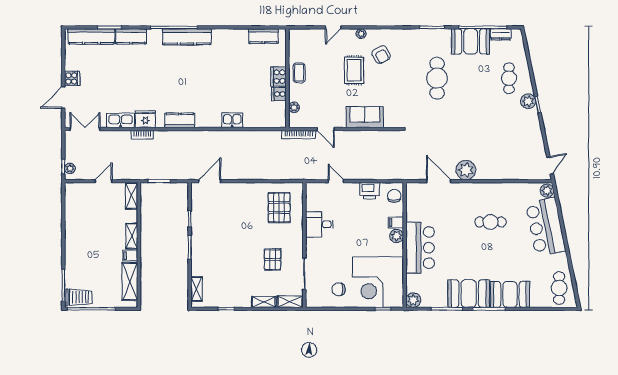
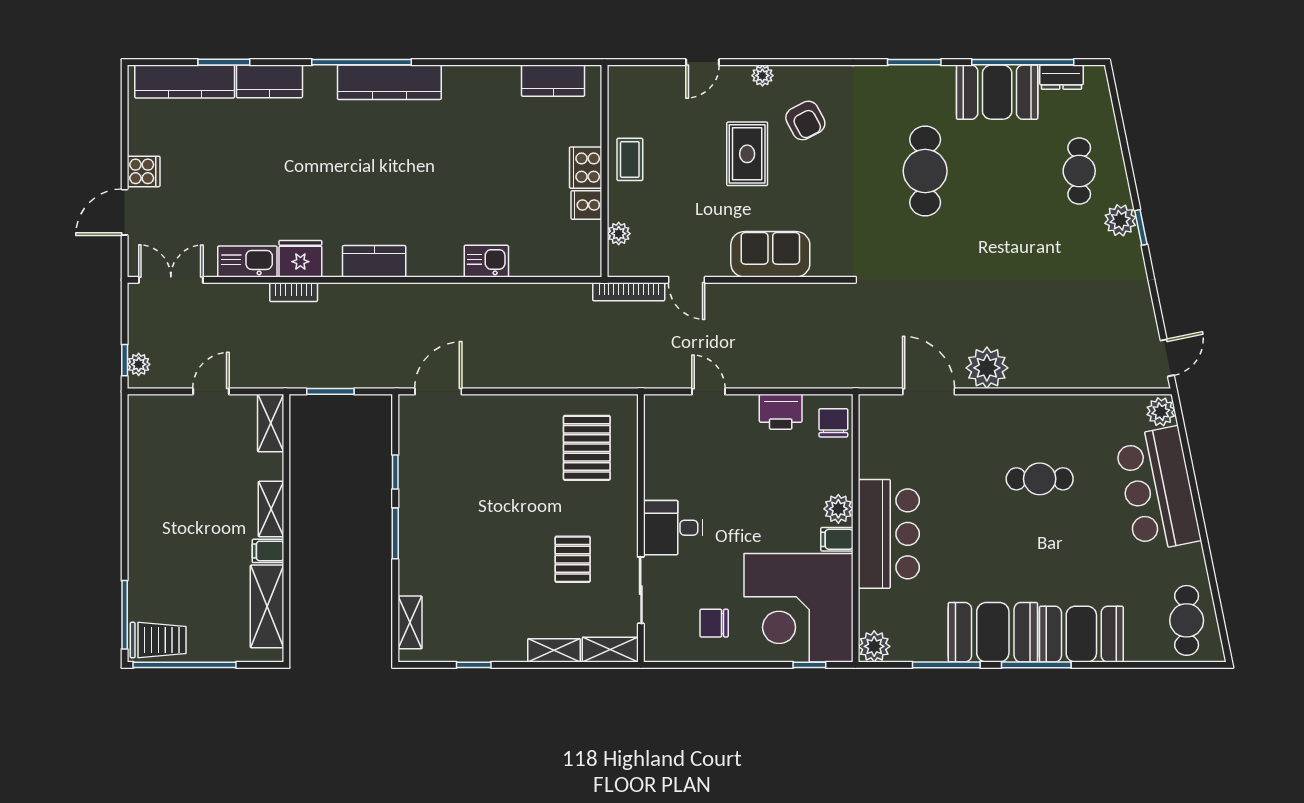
filing cabinet: (396, 223) -> (837, 539), moved
desk: (319, 224) -> (673, 528), moved

